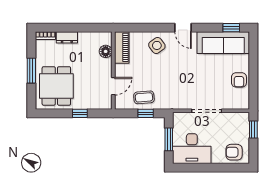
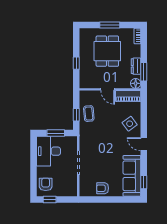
window: (91, 28) -> (144, 72), added
door: (183, 28) -> (144, 144), hinge flipped
dresser: (67, 37) -> (136, 66), moved
floor lamp: (106, 51) -> (136, 83), moved
dining table: (56, 86) -> (107, 51), moved, turned 90
door: (113, 86) -> (108, 89), moved
window: (253, 129) -> (50, 200), moved

